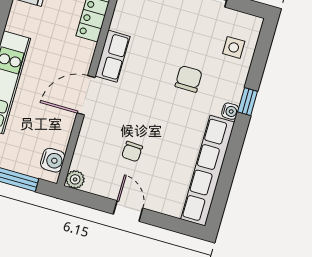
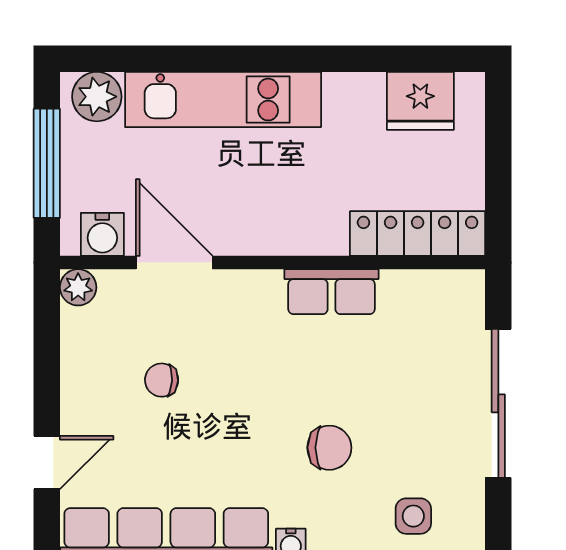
door: (86, 95) -> (174, 263), moved
door: (128, 211) -> (47, 462), moved

